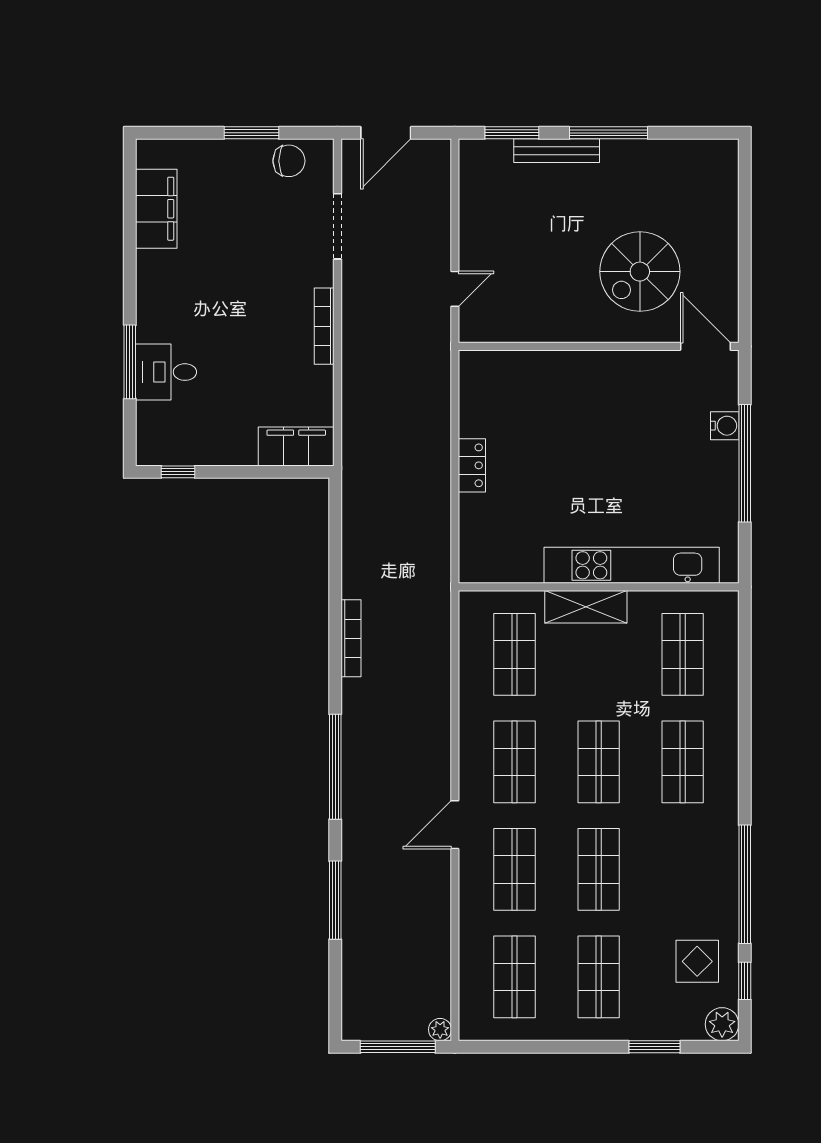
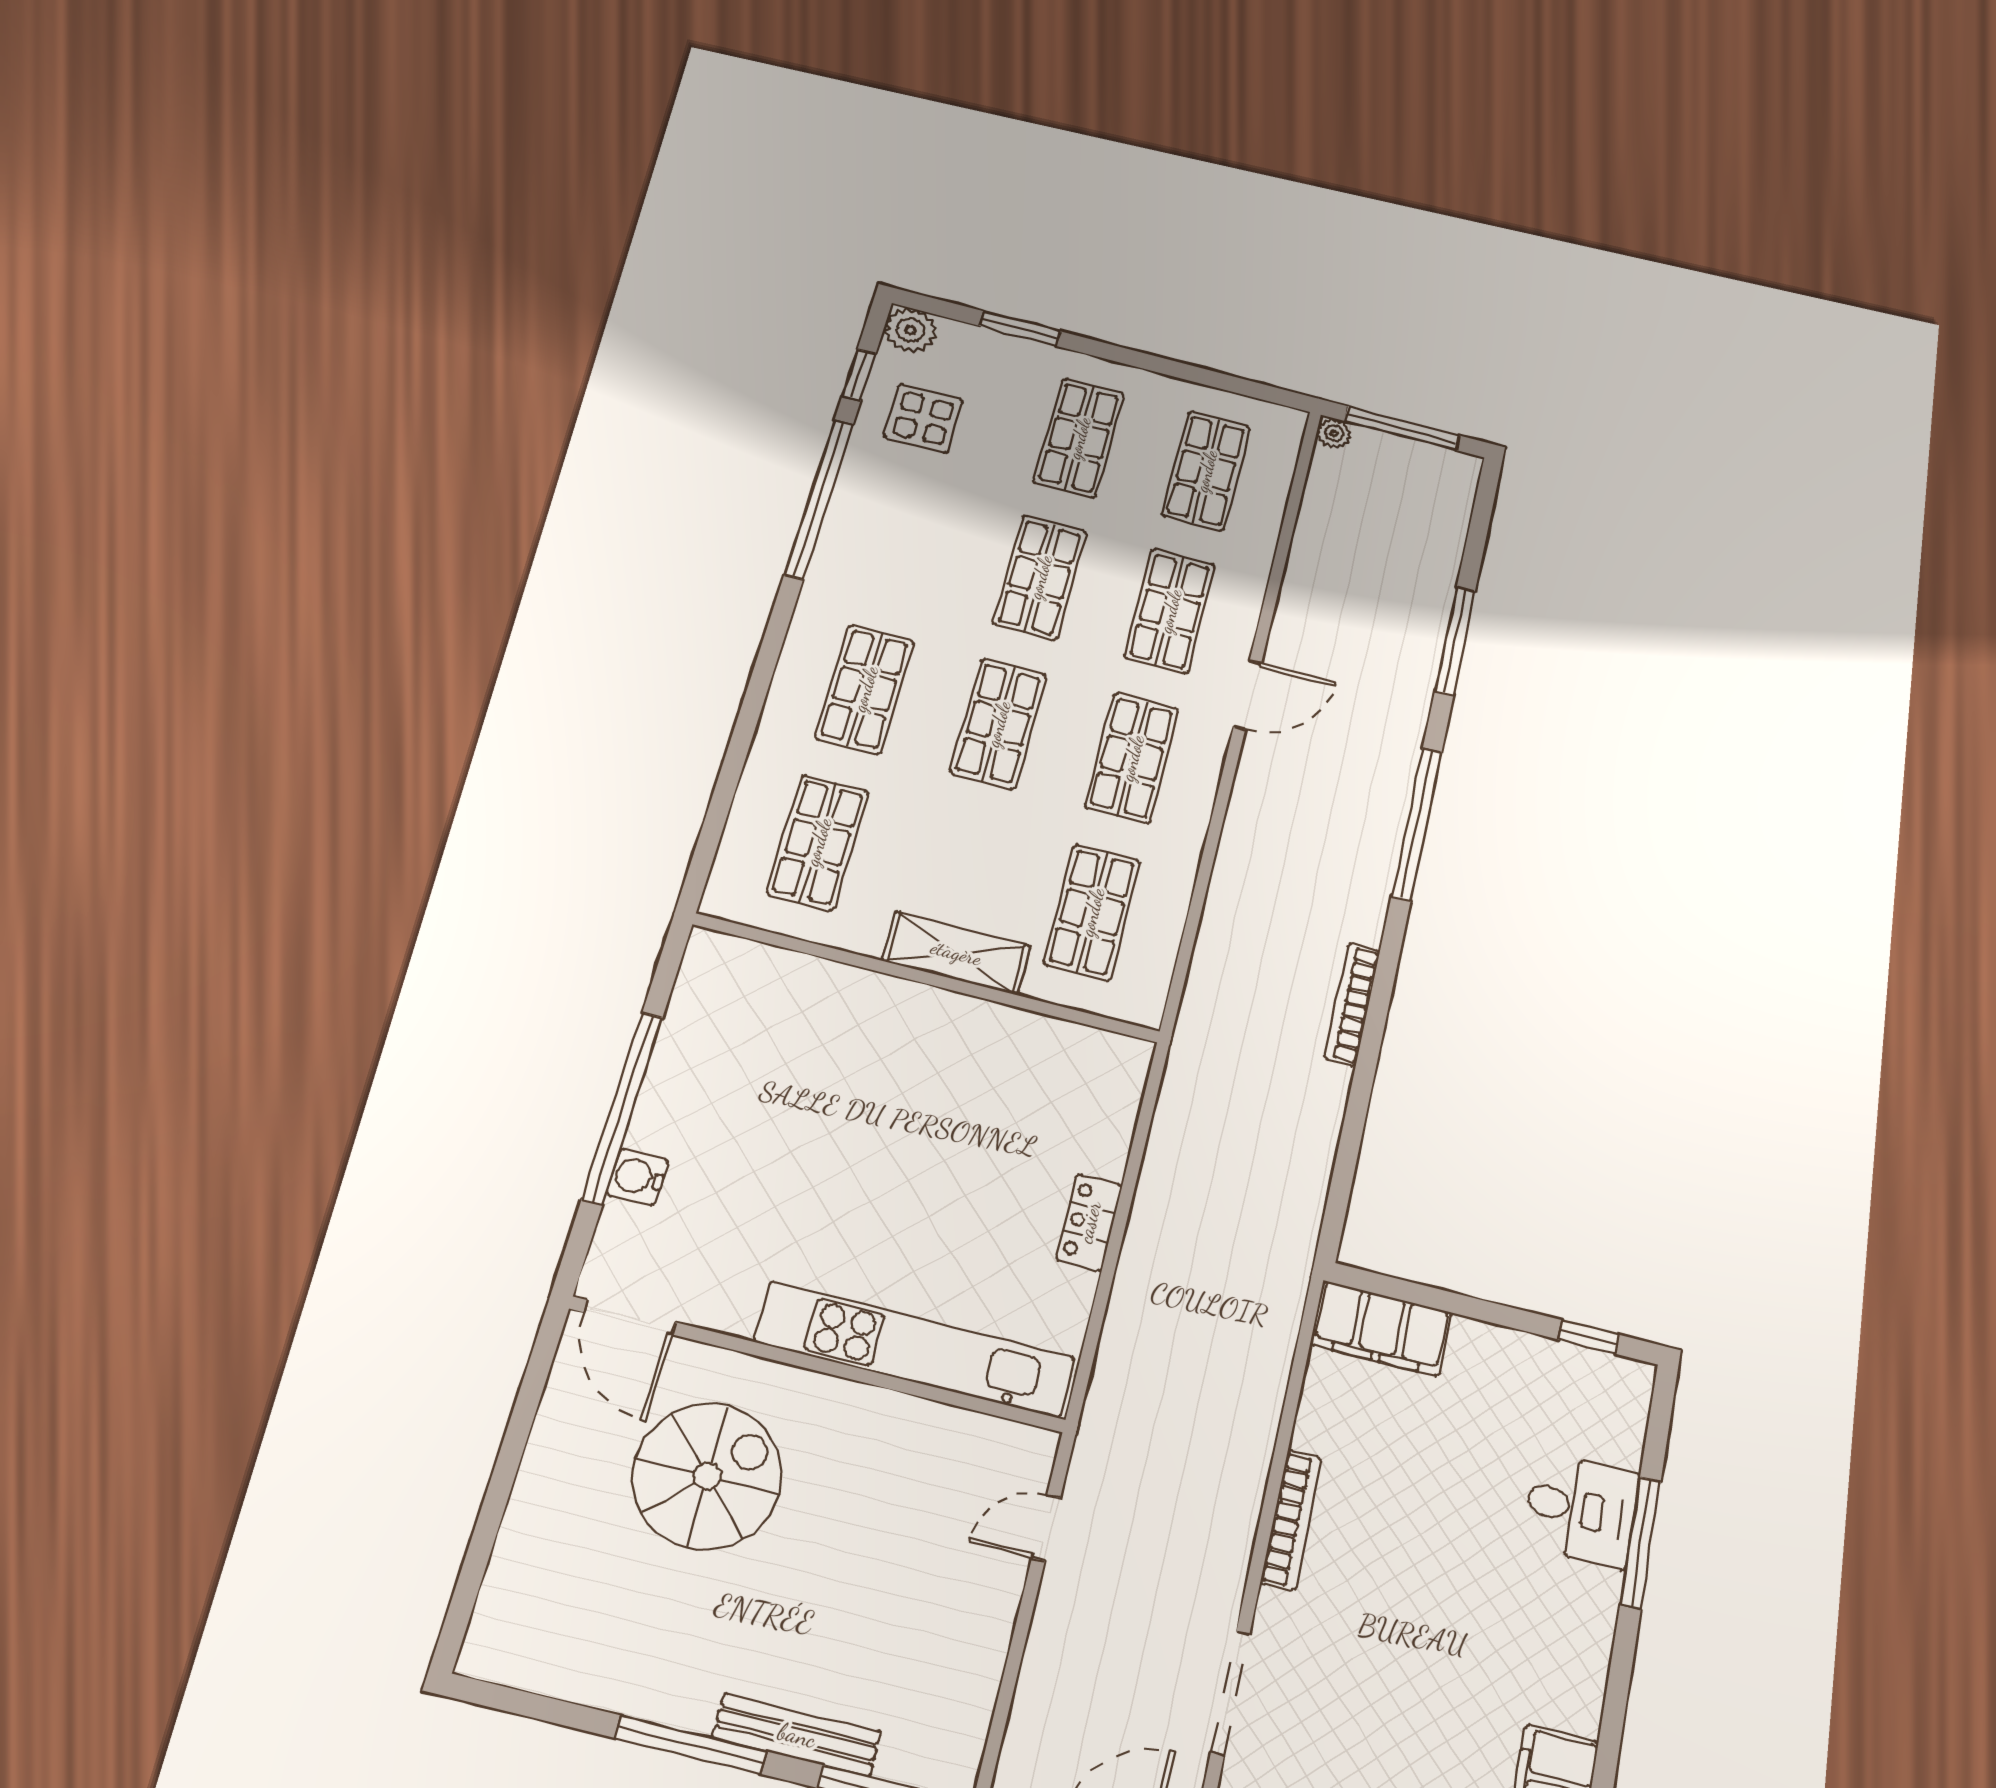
kitchen unit: (632, 565) -> (915, 1350), moved, turned 180

